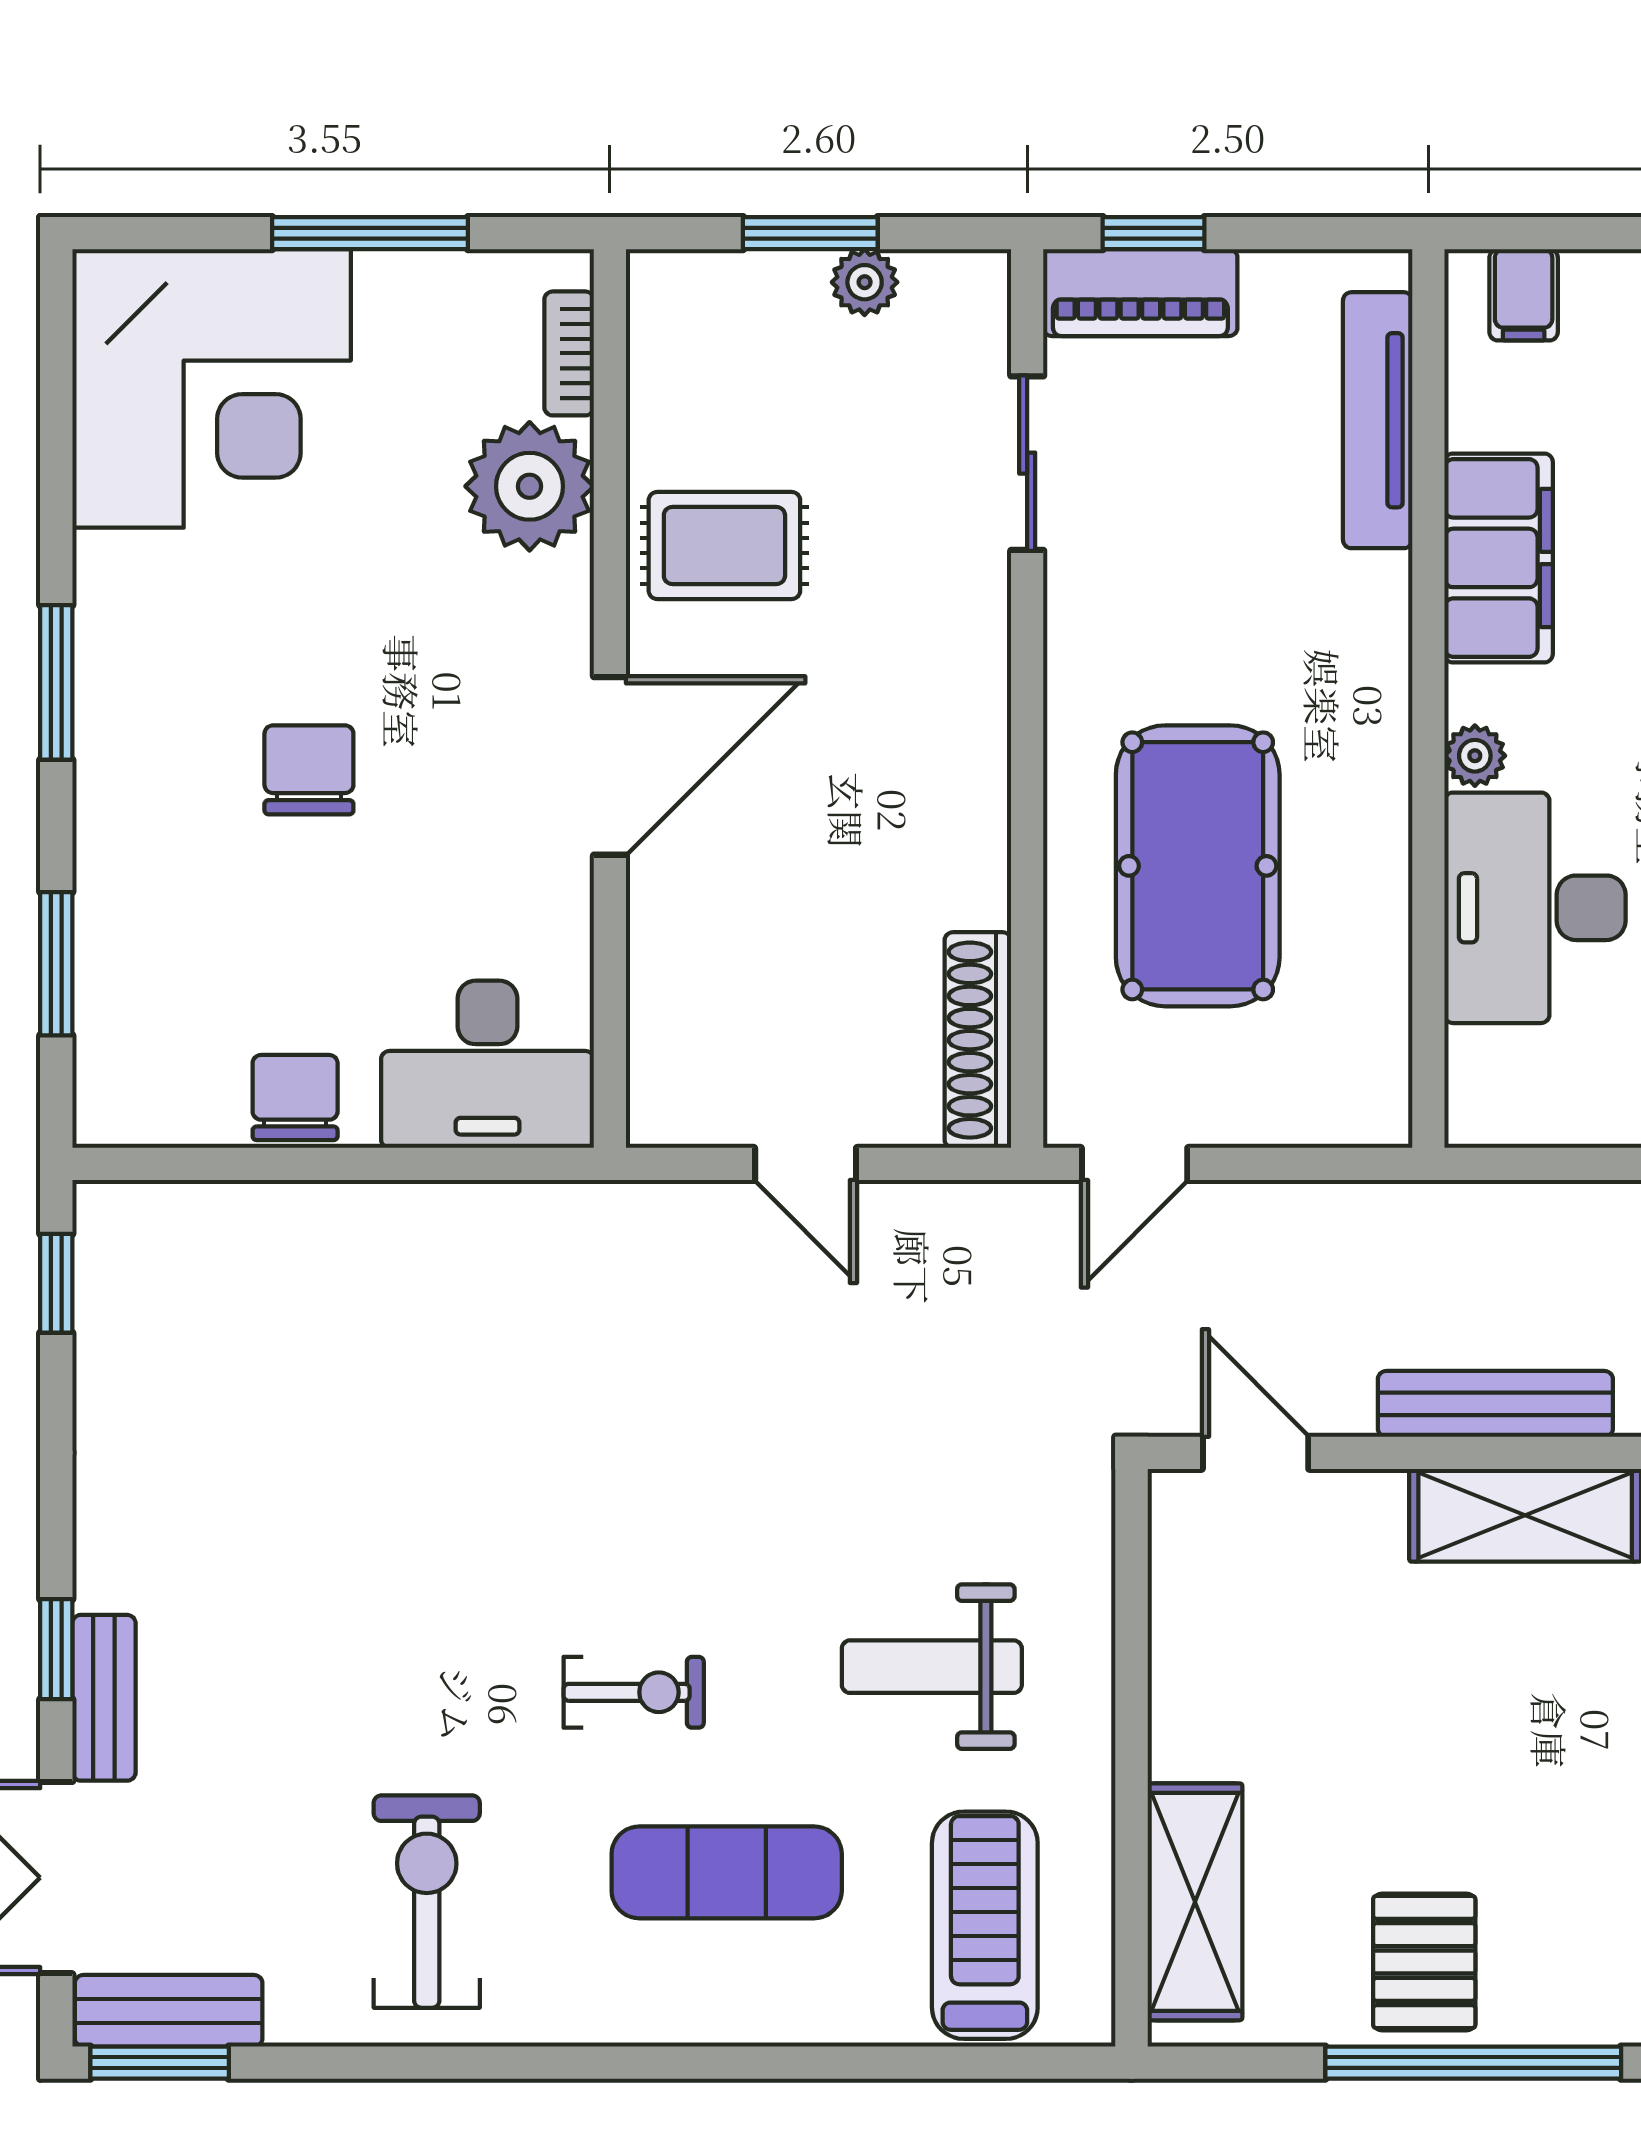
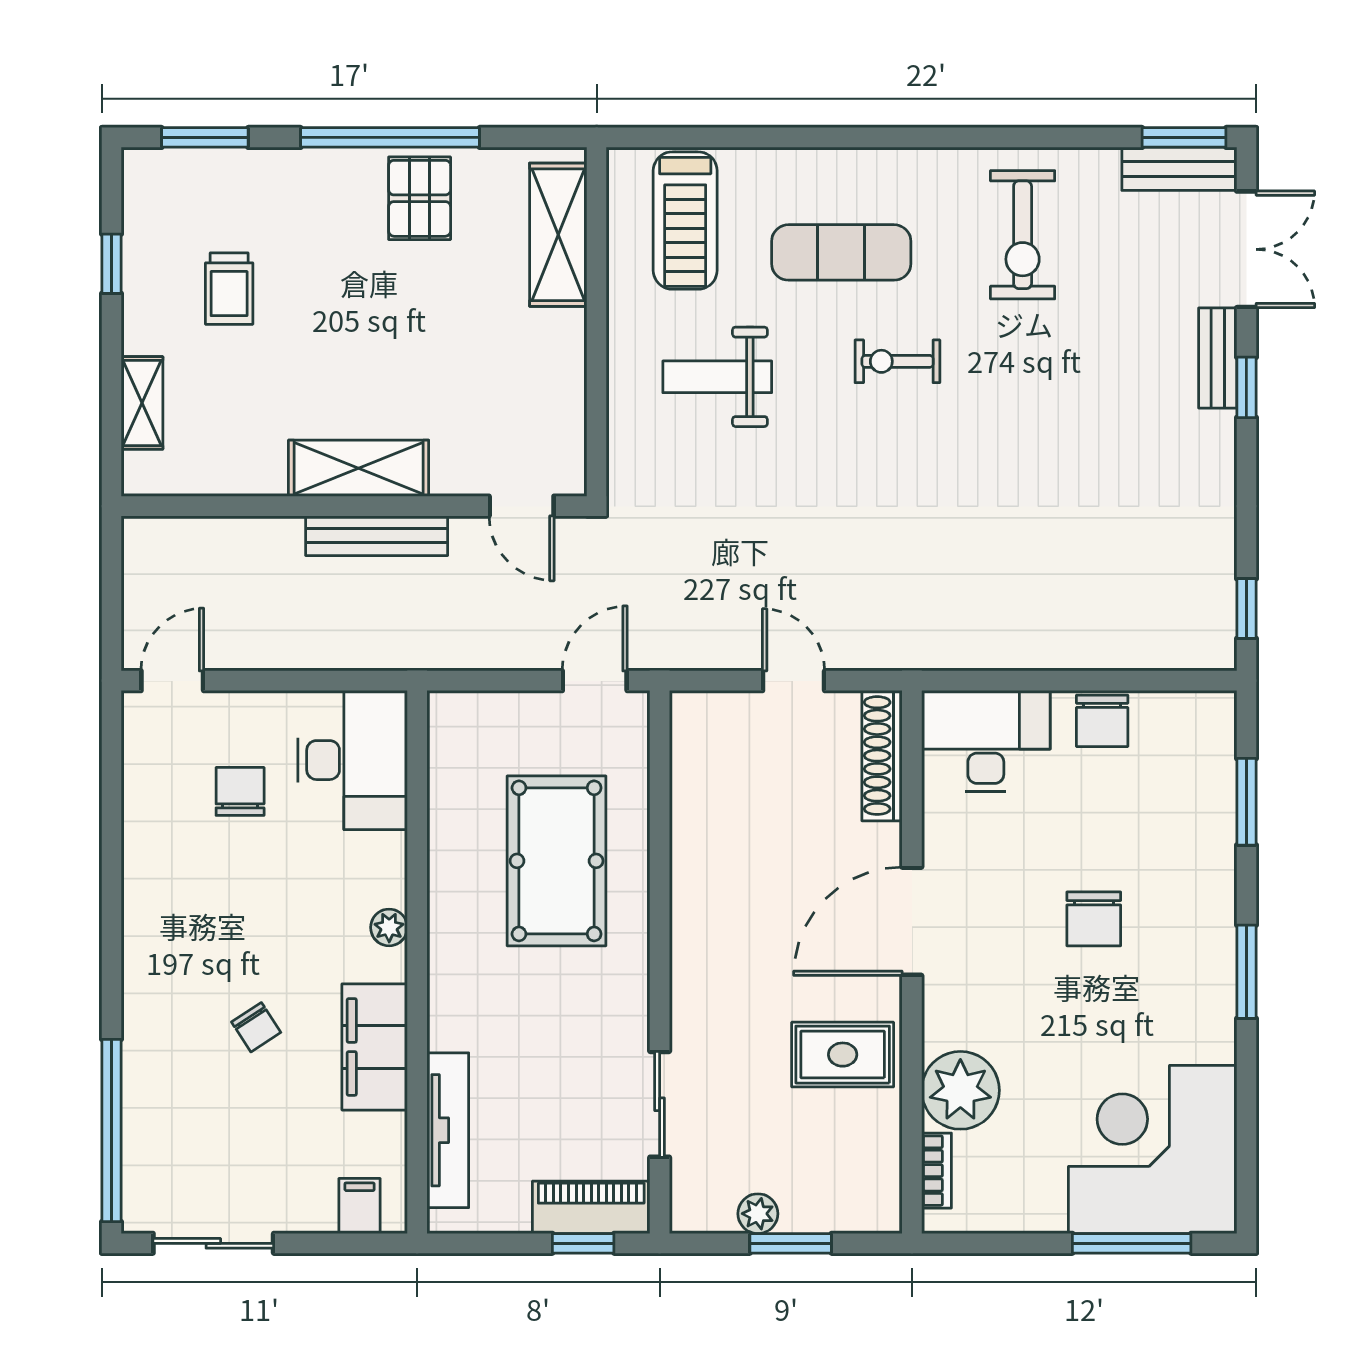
window: (370, 233) -> (1132, 1243), moved
desk: (1535, 908) -> (353, 760), moved
shoe rack: (978, 1040) -> (882, 756), moved, turned 180
weight bench: (932, 1667) -> (717, 377), turned 180

